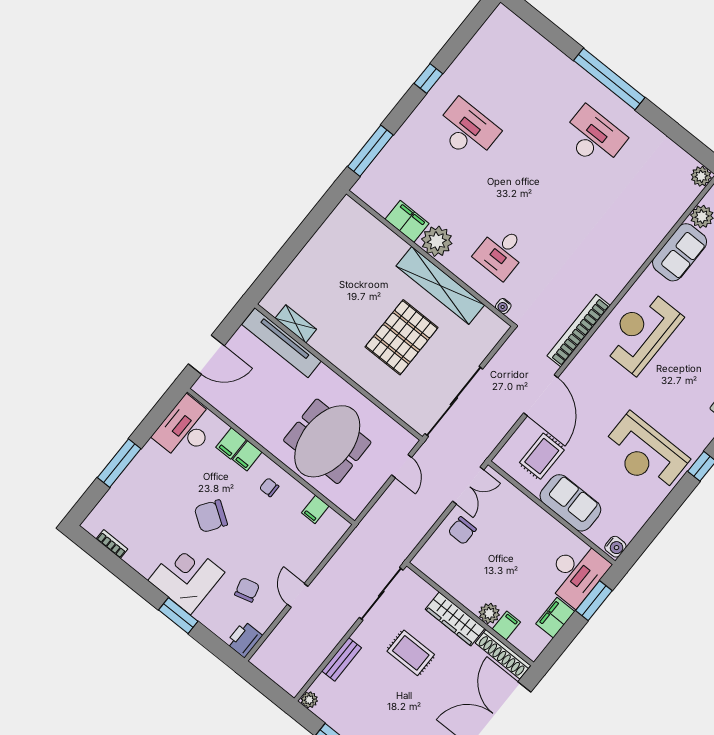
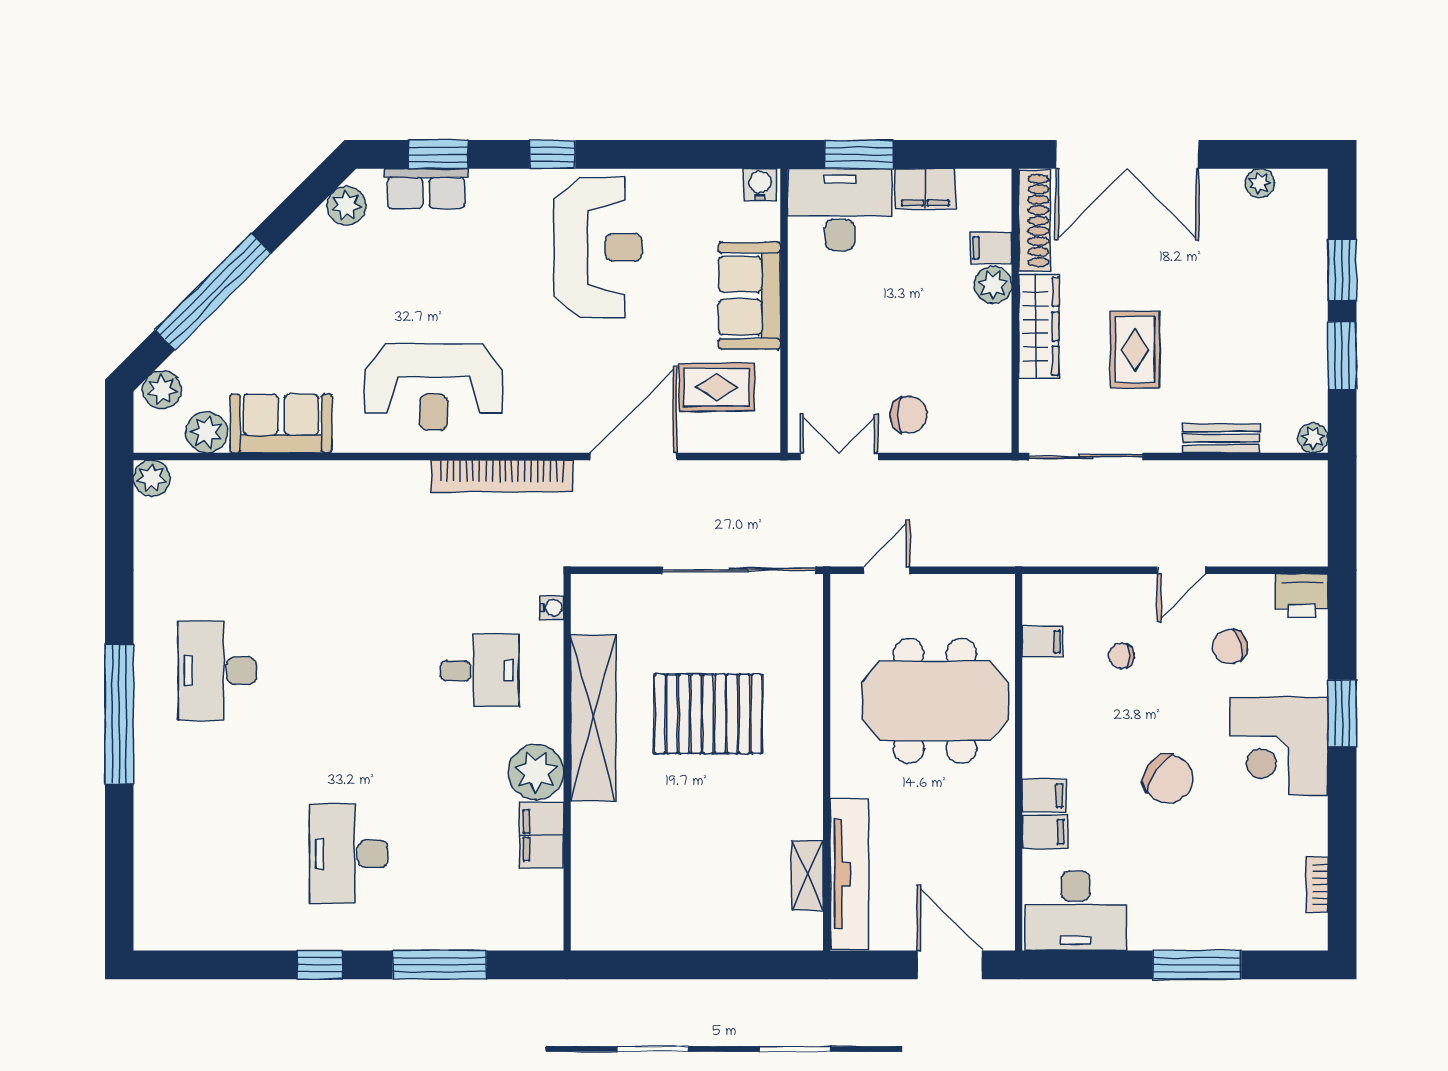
window: (370, 151) -> (440, 965), moved
chair: (269, 487) -> (1121, 656), moved, turned 90

